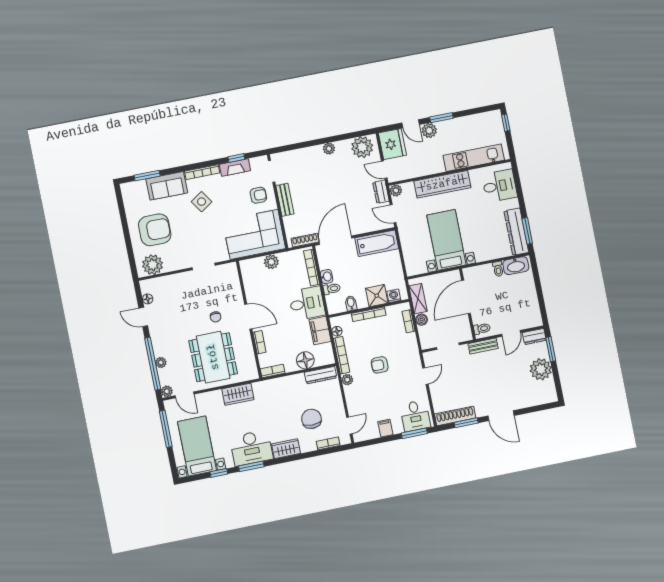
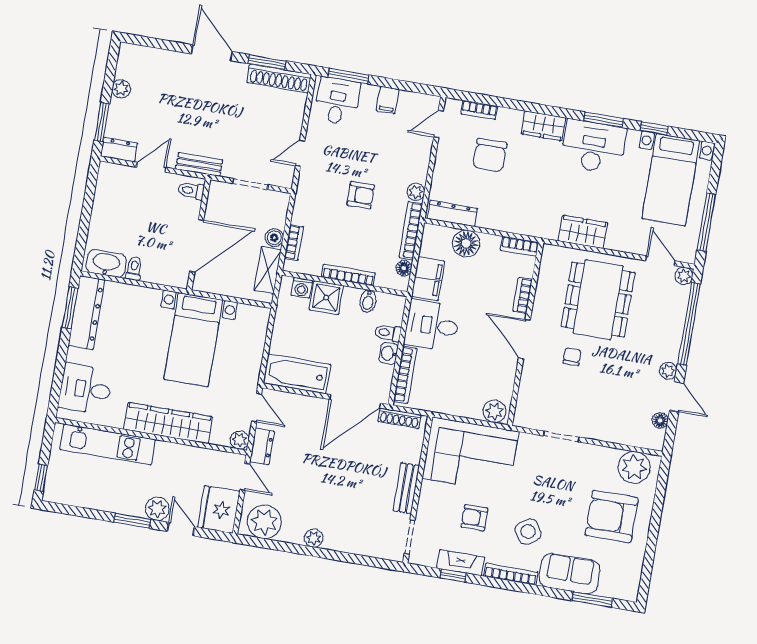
armchair: (258, 195) -> (474, 518), moved
plant: (271, 262) -> (494, 411), moved
plant: (161, 363) -> (668, 371), moved
plant: (541, 369) -> (121, 89), width x0.53, depth x0.53

